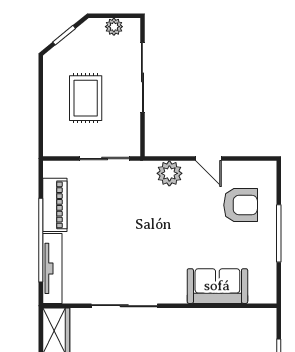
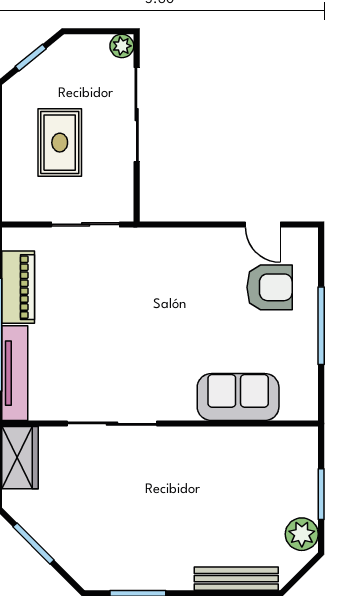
plant: (114, 27) -> (122, 46), moved
door: (209, 159) -> (263, 224), moved
plant: (169, 173) -> (173, 245), removed

